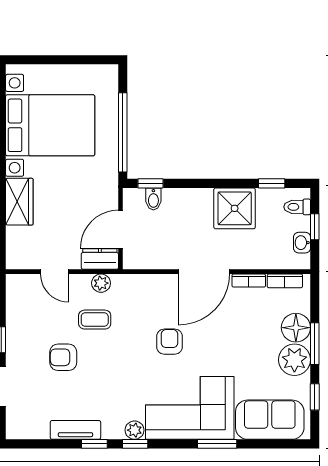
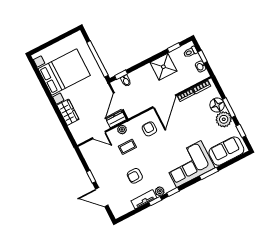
armchair: (170, 342) -> (149, 129), moved
armchair: (63, 357) -> (135, 176), moved
plant: (134, 430) -> (160, 191), moved

